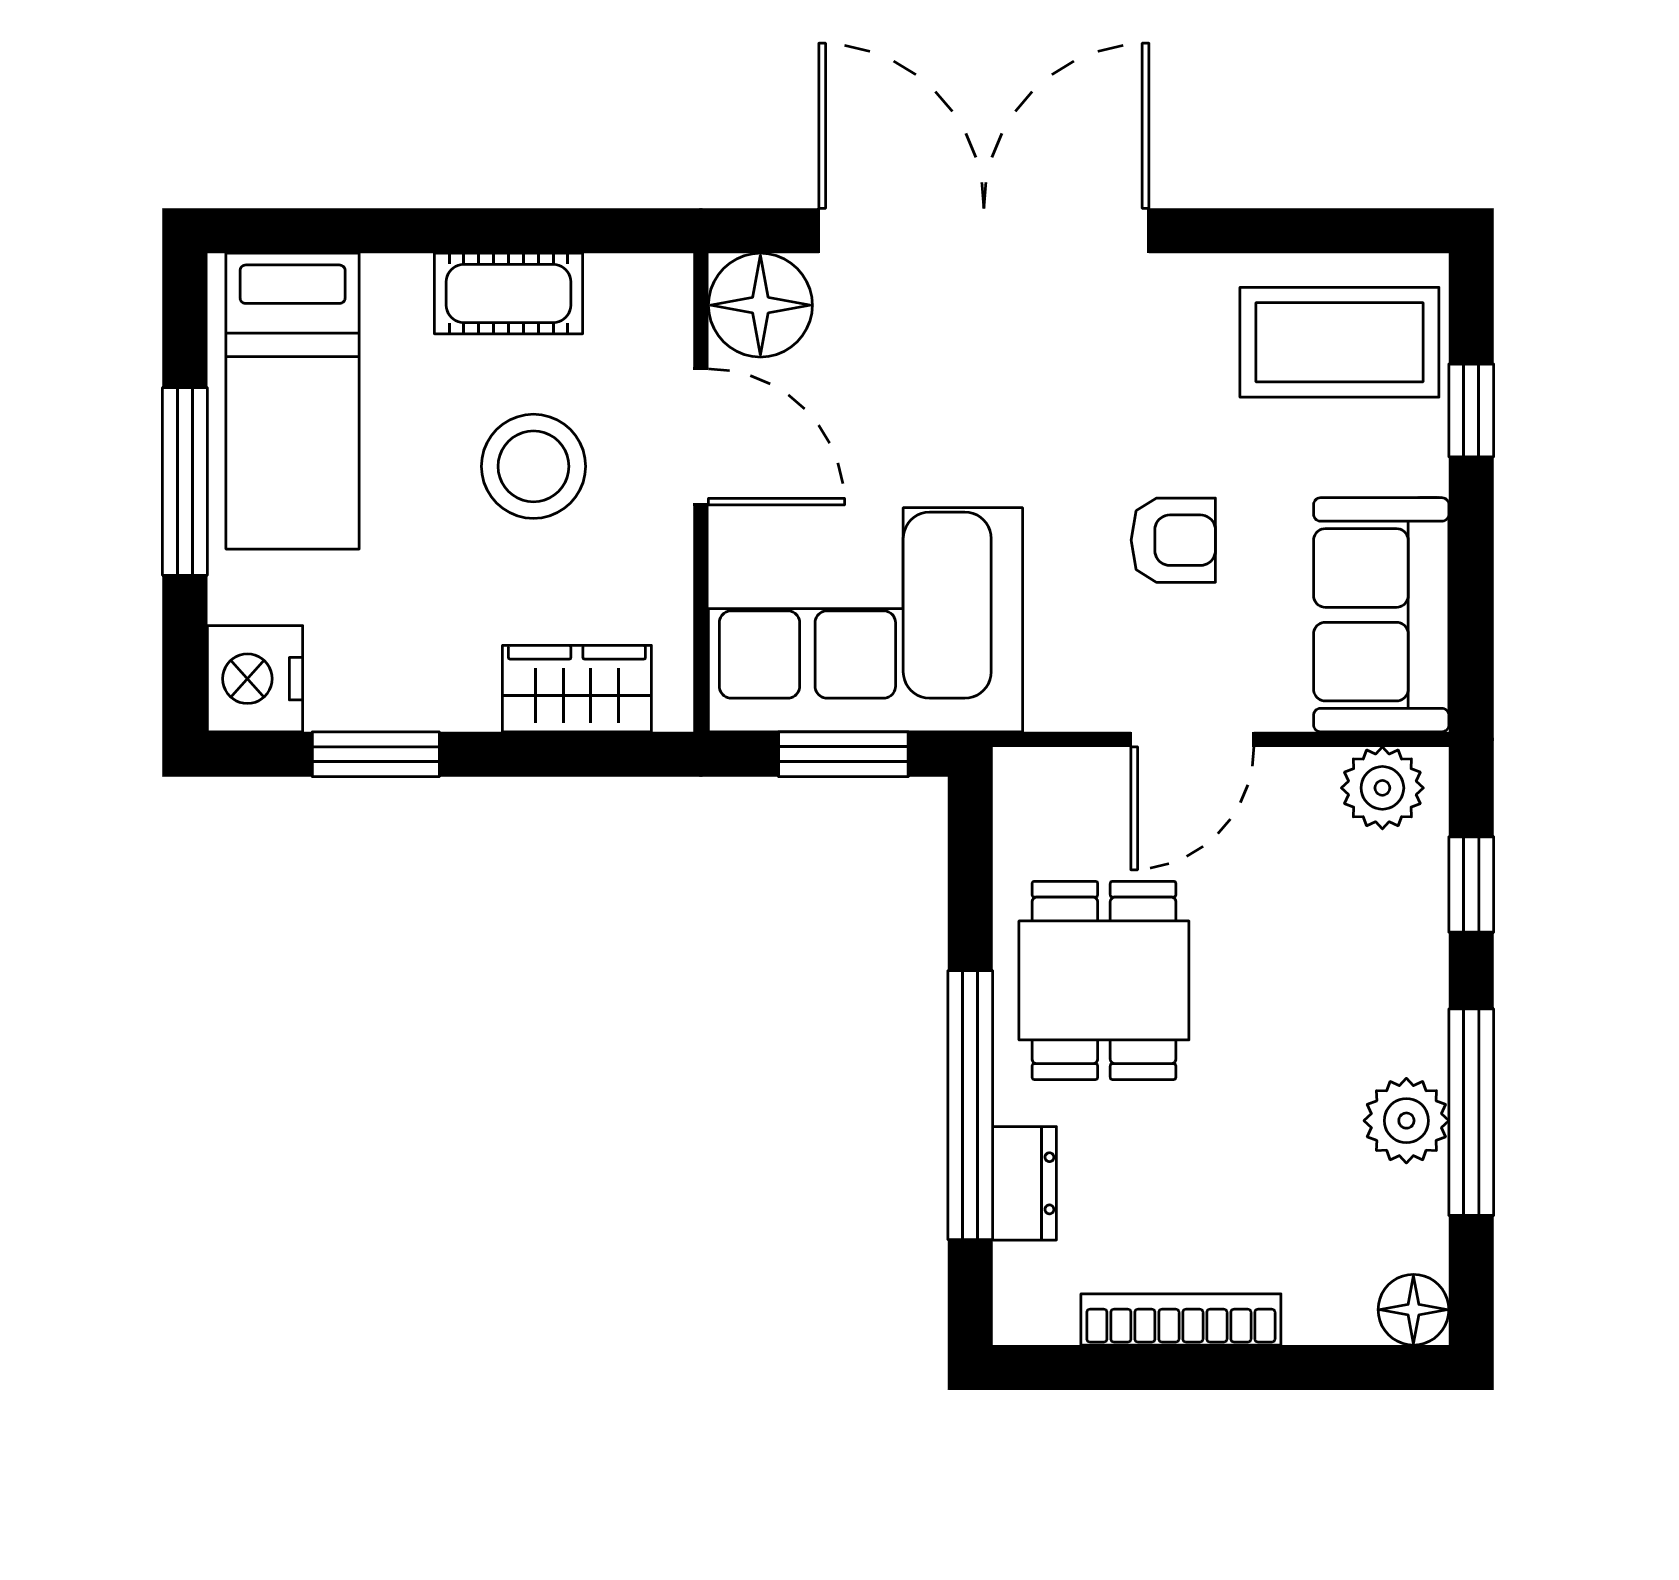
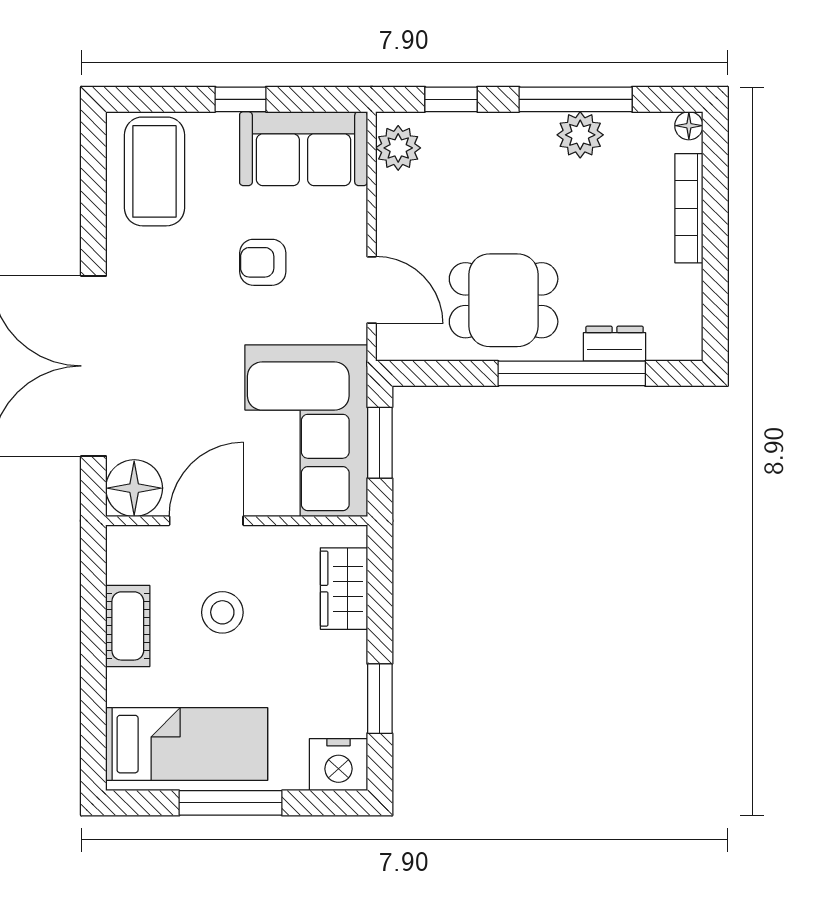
window: (1471, 410) -> (241, 99), moved
stool: (533, 466) -> (222, 612), width x0.73, depth x0.73
armchair: (1173, 540) -> (263, 262), turned -90
door: (1192, 739) -> (372, 290), moved
floor lamp: (1413, 1310) -> (689, 126), width x0.73, depth x0.73
bookcase: (1181, 1319) -> (689, 208), moved

